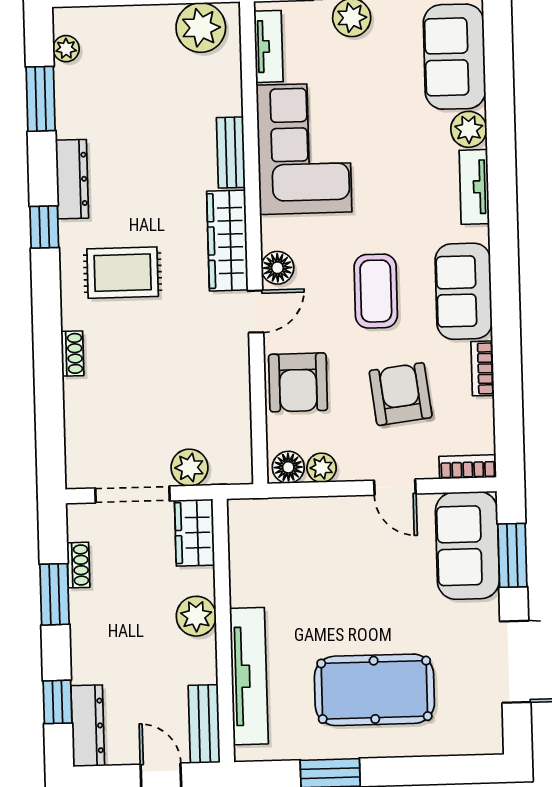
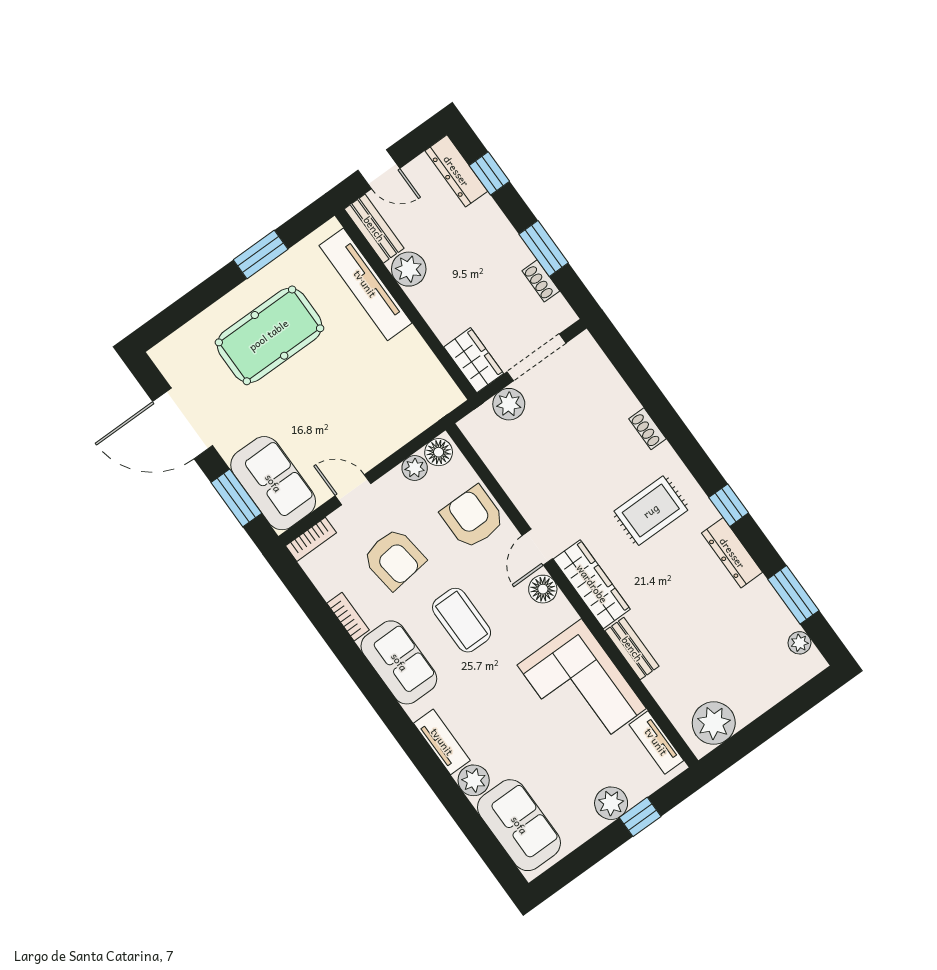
plant: (196, 616) -> (409, 269), moved

